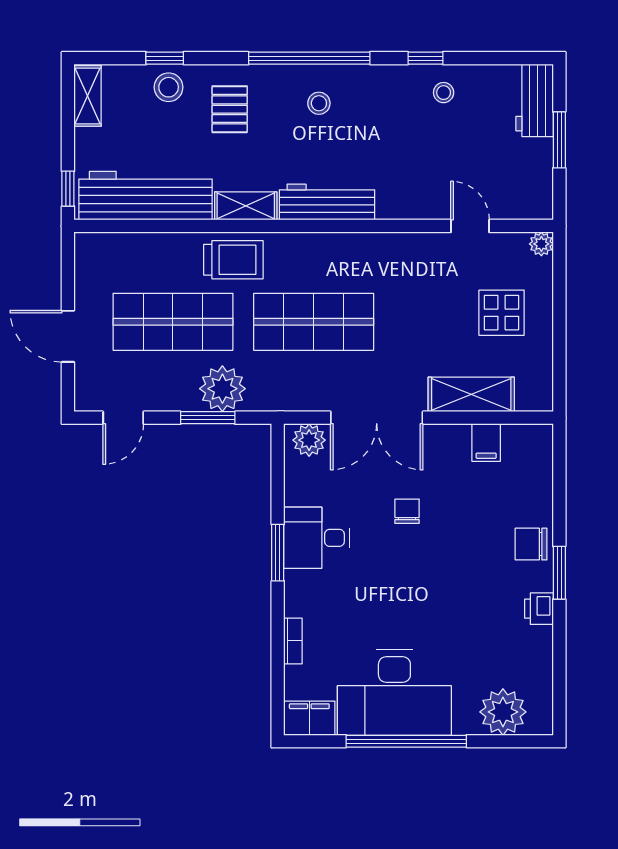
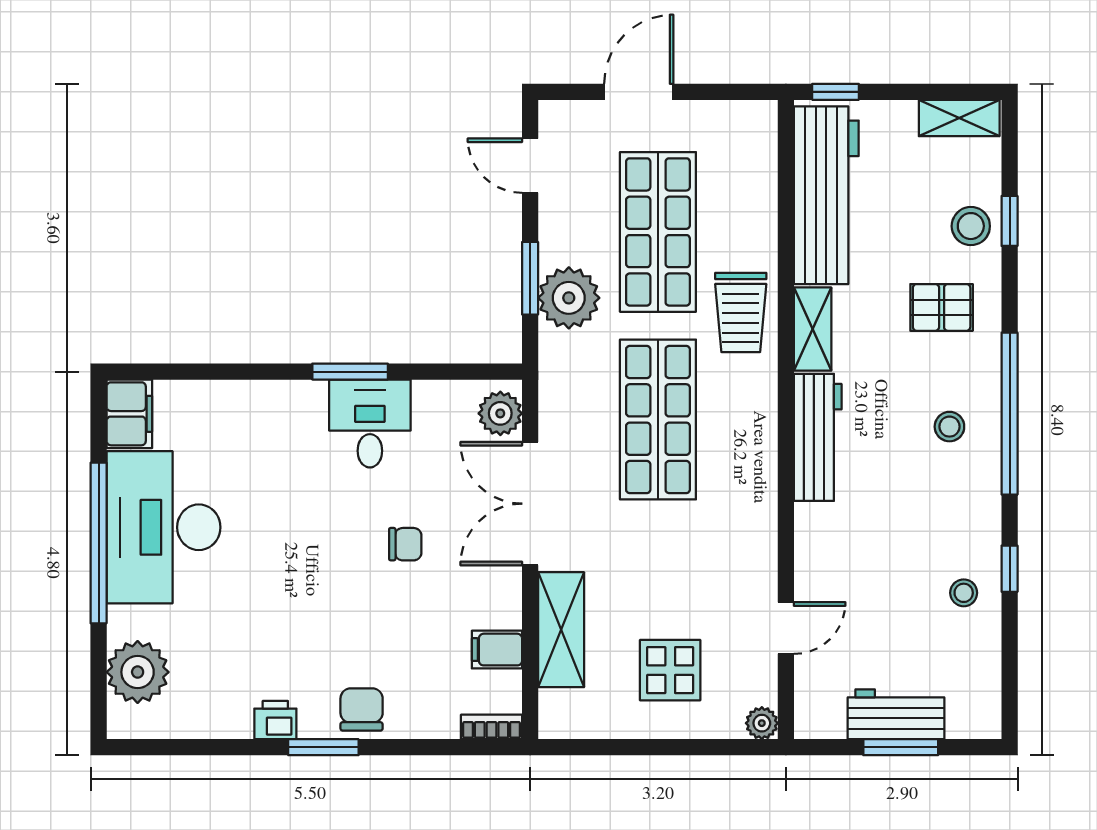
workbench: (535, 100) -> (896, 714), moved
bookcase: (293, 641) -> (492, 727), moved, turned 180

